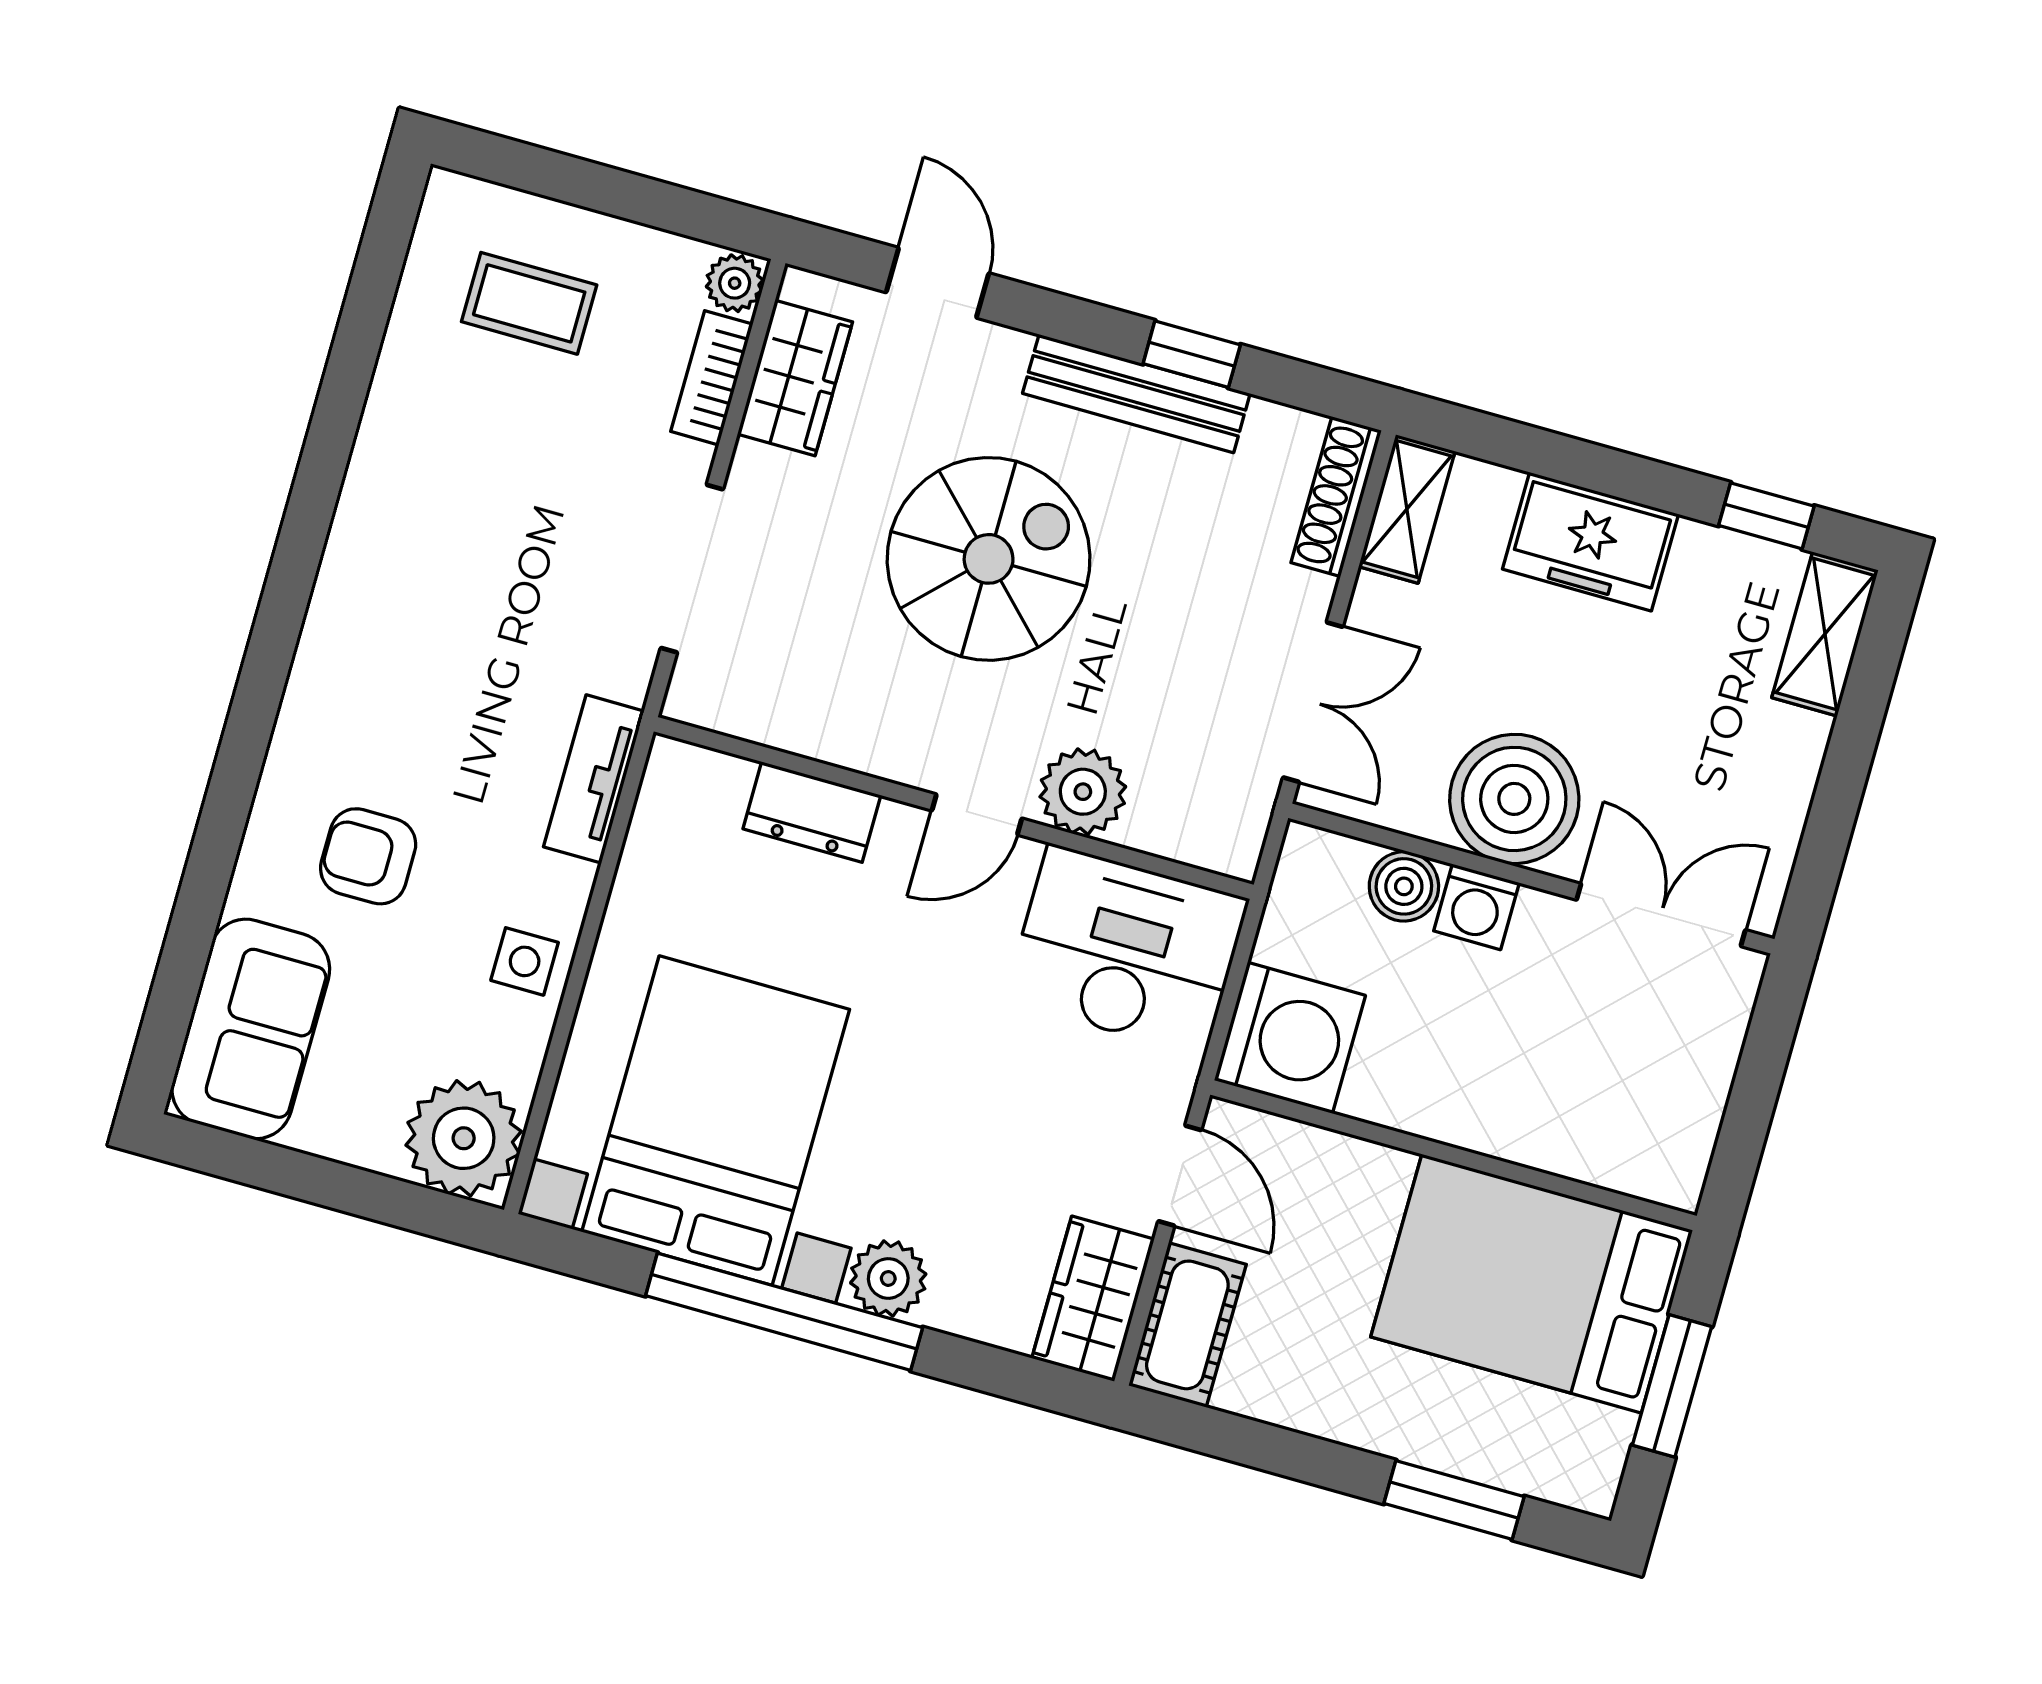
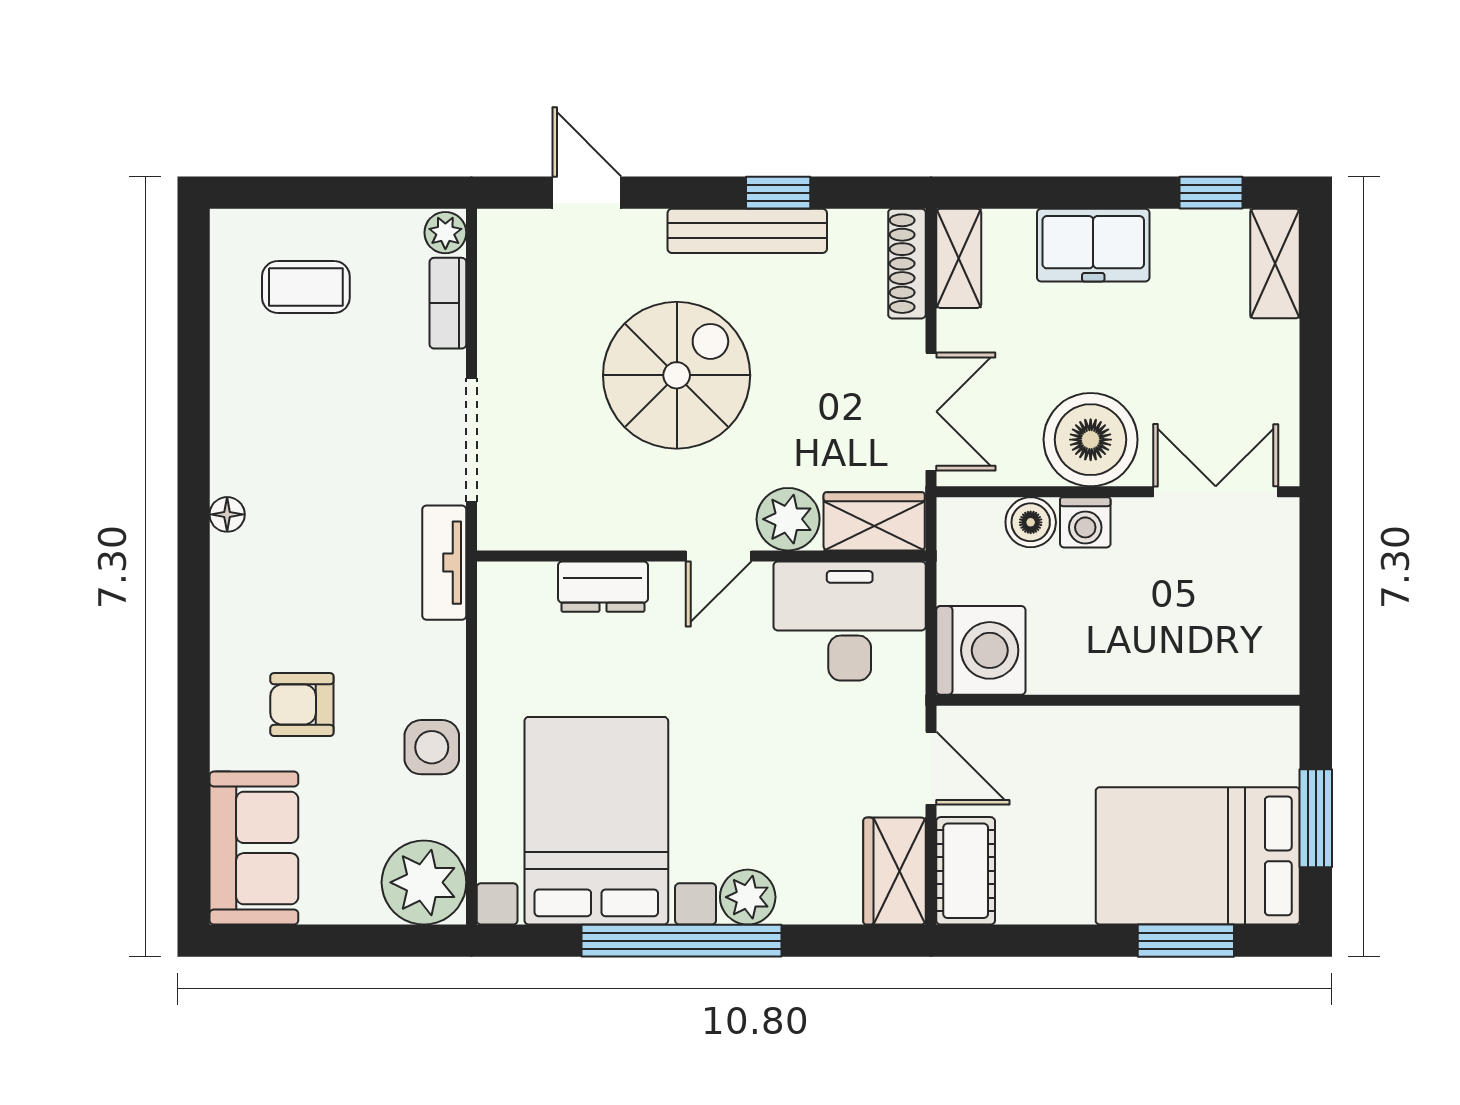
wardrobe: (795, 378) -> (874, 521), moved, turned -90
floor lamp: (340, 576) -> (227, 514), added
tv unit: (594, 779) -> (444, 563), moved
side table: (525, 961) -> (432, 747), width x1.37, depth x1.37
bed: (1532, 1284) -> (1198, 856), moved

